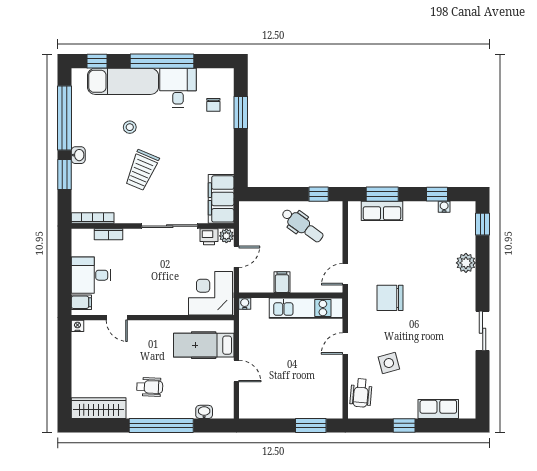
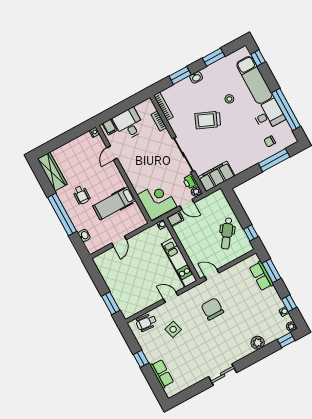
window: (162, 61) -> (286, 109), moved
window: (241, 112) -> (274, 160), width x1.44
window: (64, 118) -> (214, 57), width x0.47
plant: (469, 208) -> (291, 327), added
filing cabinet: (282, 282) -> (175, 219), moved
hospital bed: (204, 345) -> (114, 203), moved, turned -90

